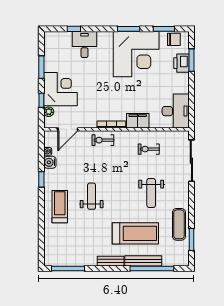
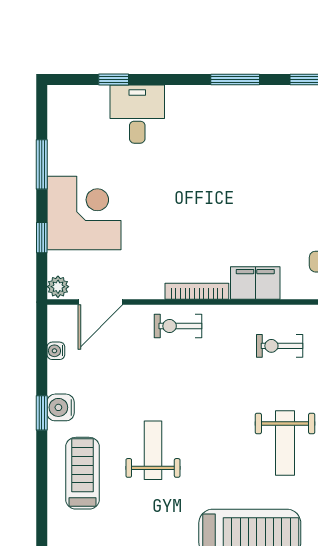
corner desk: (136, 54) -> (252, 135), removed
plant: (49, 112) -> (58, 287), moved
water cooler: (50, 162) -> (61, 407), moved

